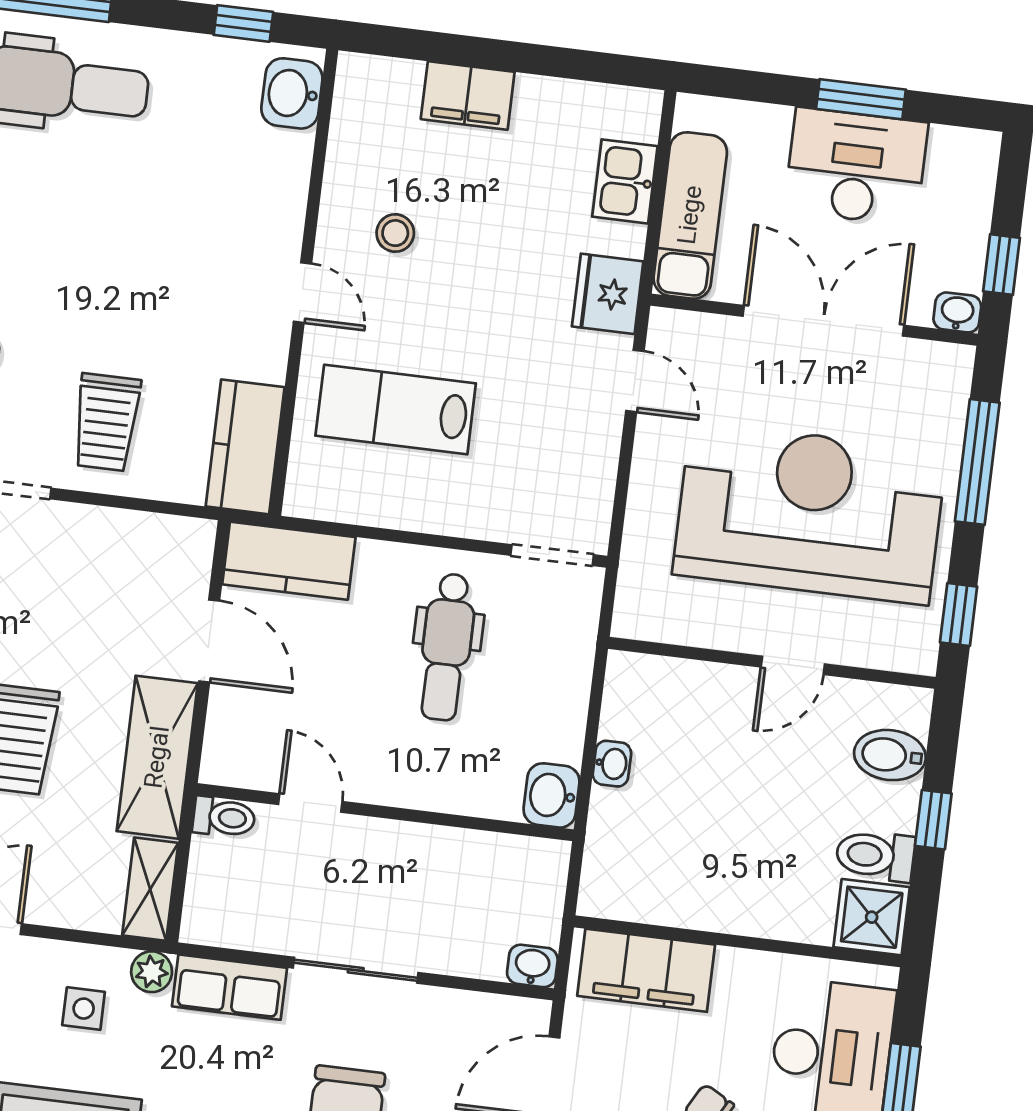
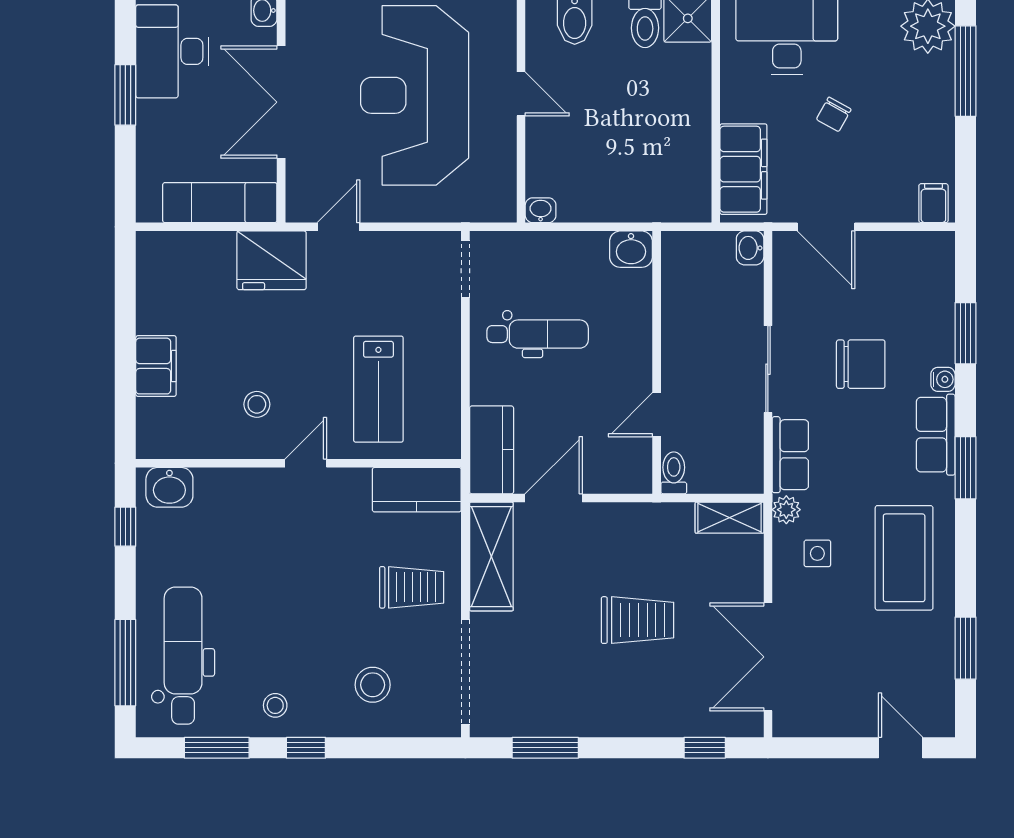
desk: (856, 167) -> (172, 51), moved
kitchen sink: (625, 181) -> (202, 251), removed
fridge: (608, 294) -> (272, 260), width x1.36, depth x1.34
shelving: (157, 757) -> (491, 557), moved, turned 90
washbasin: (612, 764) -> (541, 210), moved

